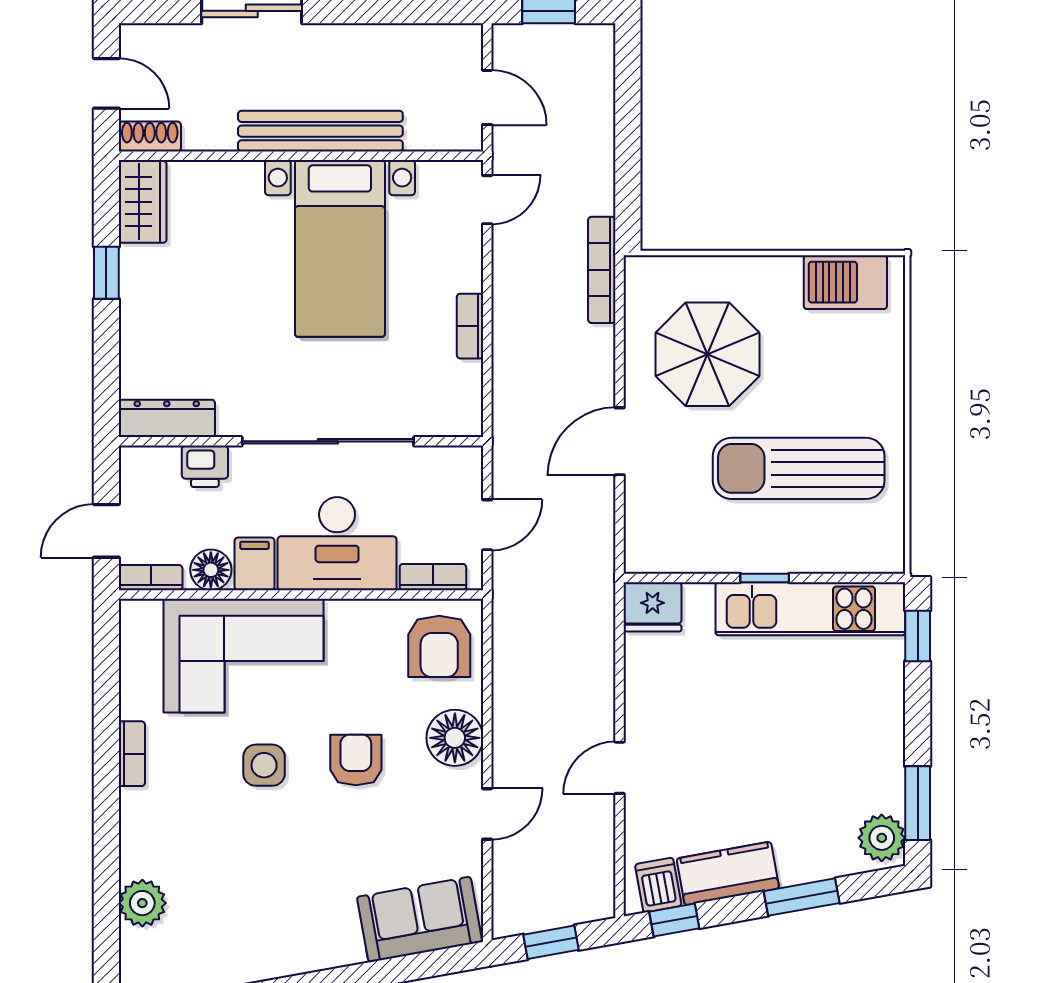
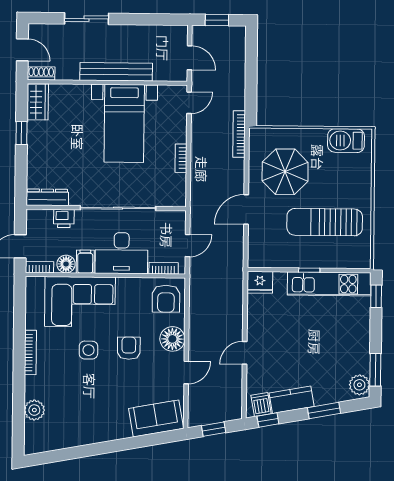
bookcase: (132, 754) -> (30, 352), width x1.56

